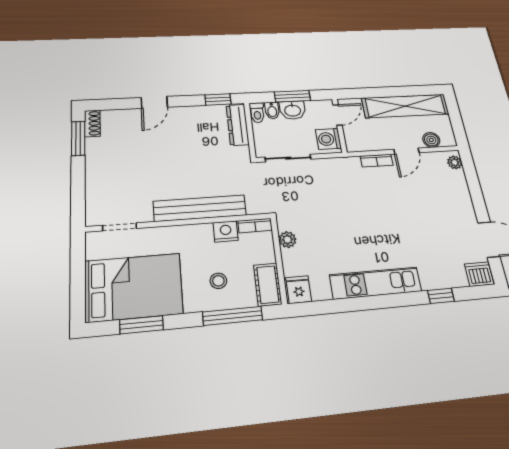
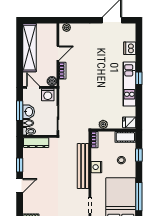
window: (218, 100) -> (20, 165), moved
door: (154, 102) -> (20, 186), hinge flipped
boiler: (431, 140) -> (52, 81), moved
door: (406, 151) -> (58, 53), hinge flipped
nightstand: (226, 231) -> (96, 167), moved
dishwasher: (479, 274) -> (130, 48), moved
window: (441, 296) -> (139, 78), moved
window: (233, 316) -> (139, 155), width x0.46
window: (142, 325) -> (139, 197), width x1.44

